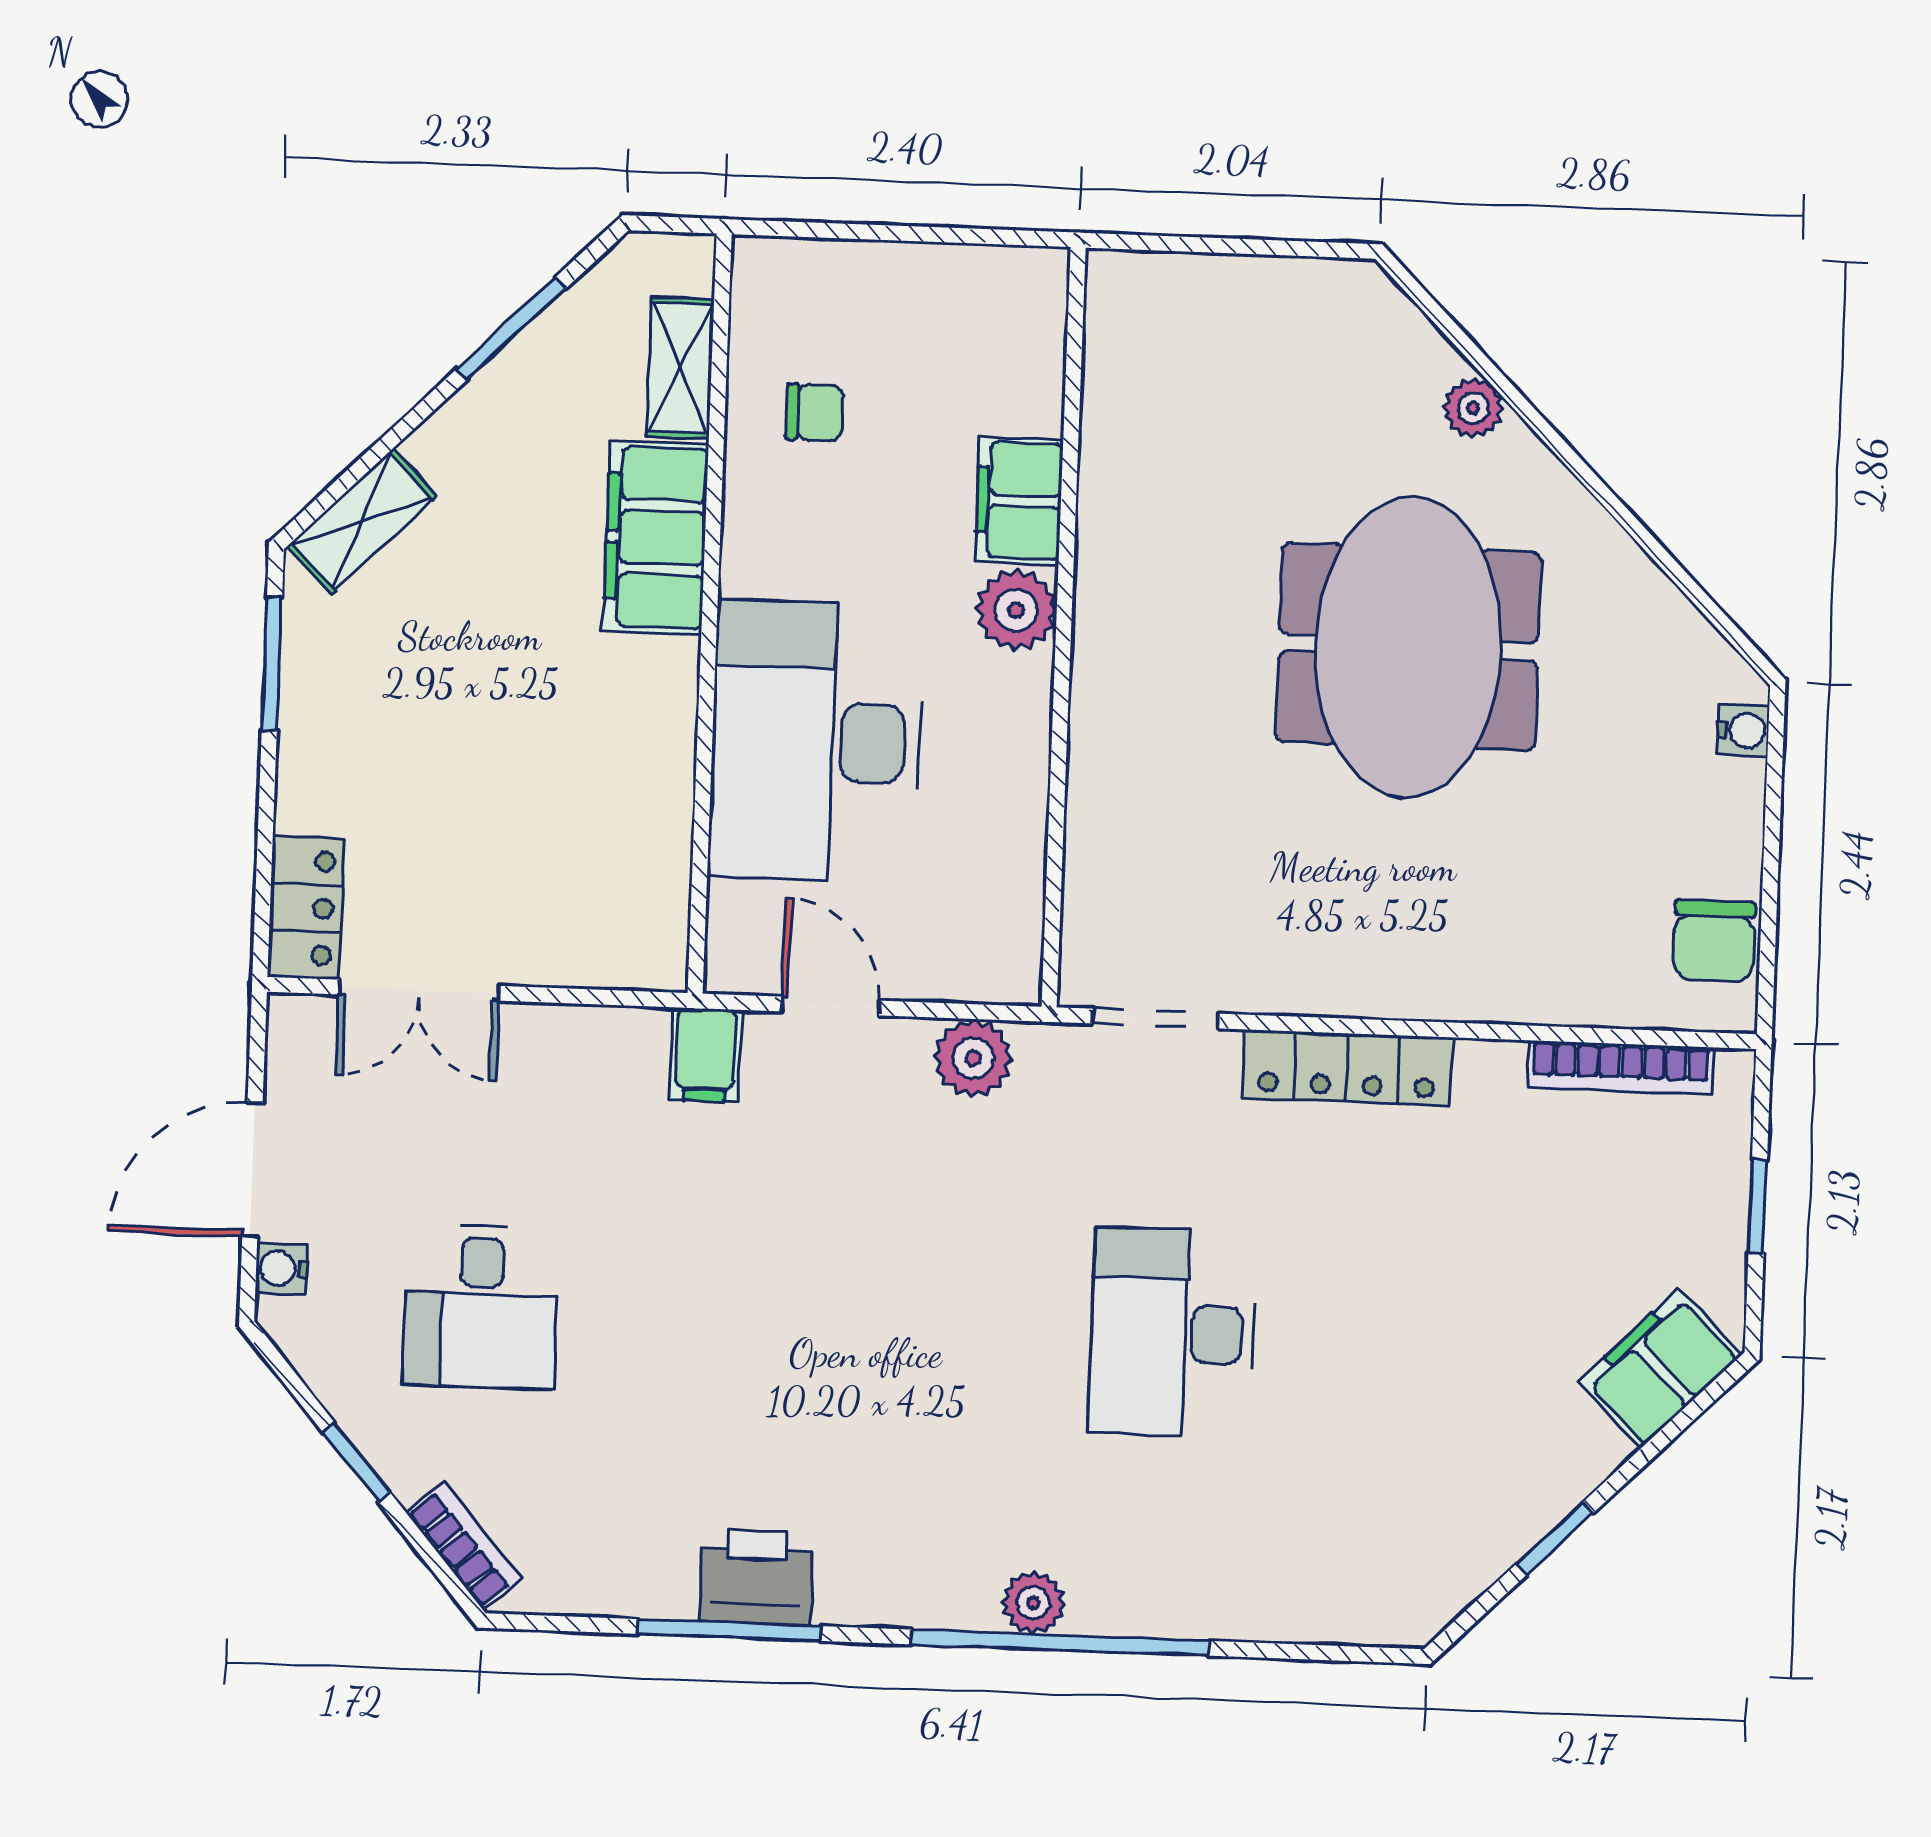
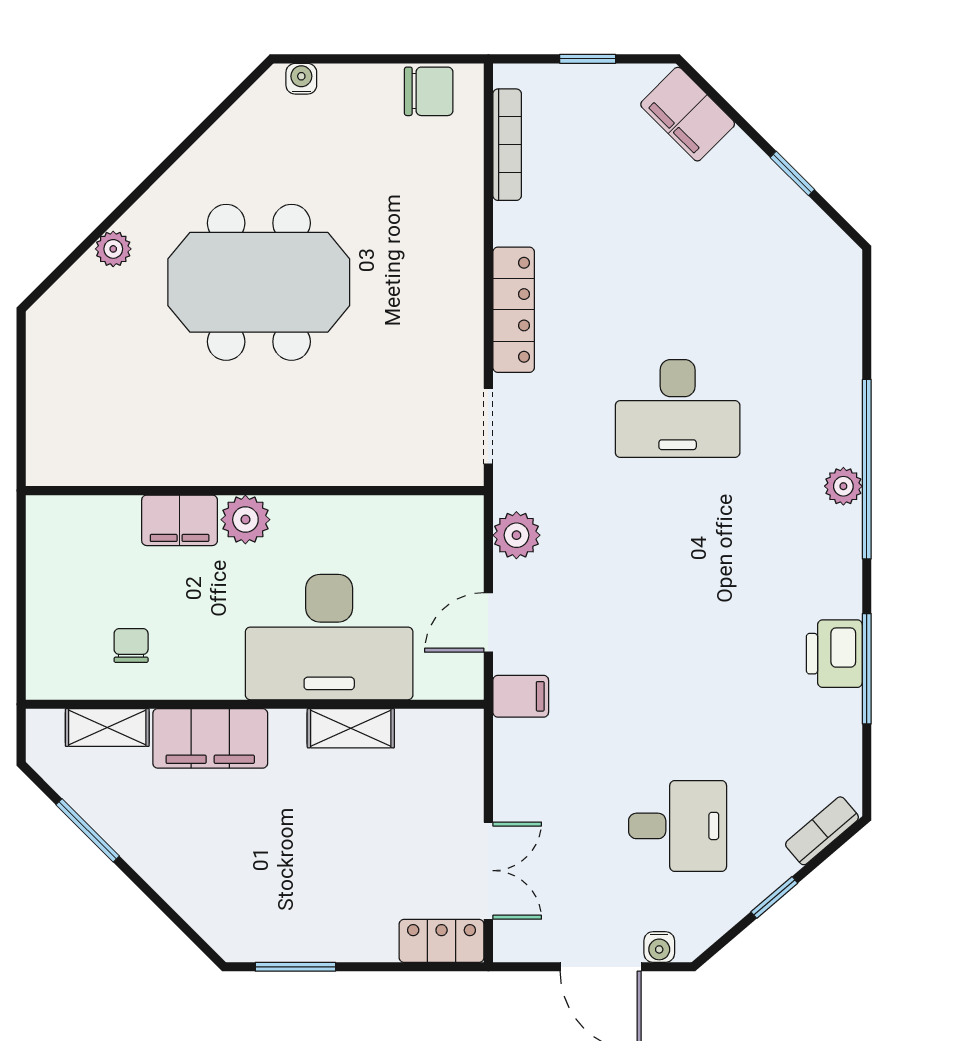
shelving: (362, 521) -> (351, 728), moved, turned -45

